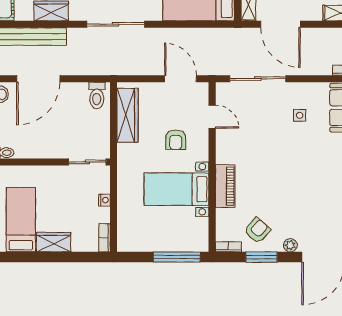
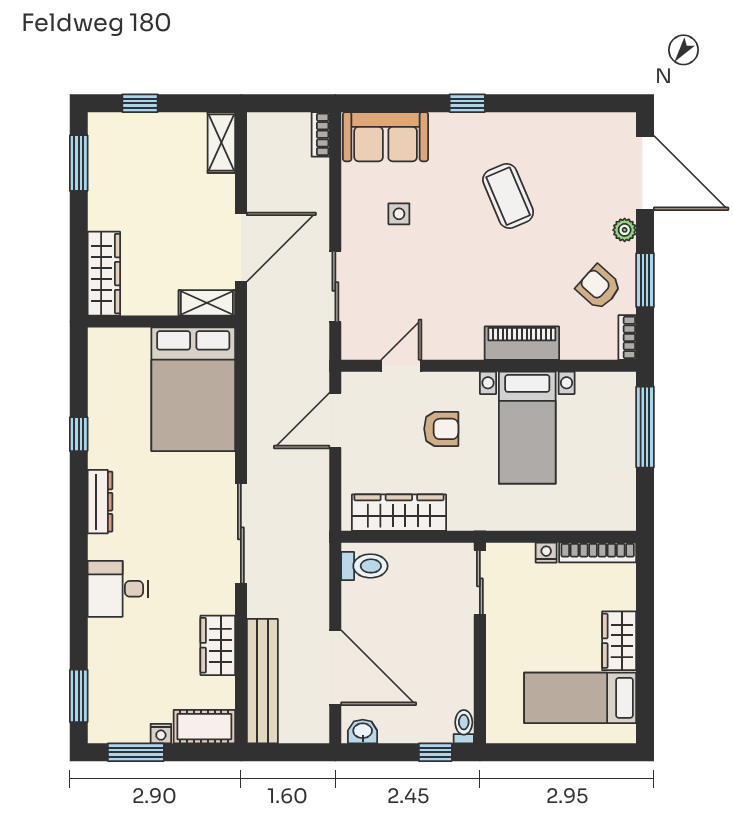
sliding door: (258, 79) -> (335, 287), width x0.73
coffee table: (310, 178) -> (508, 196), added
bookcase: (104, 238) -> (598, 553), width x1.56

